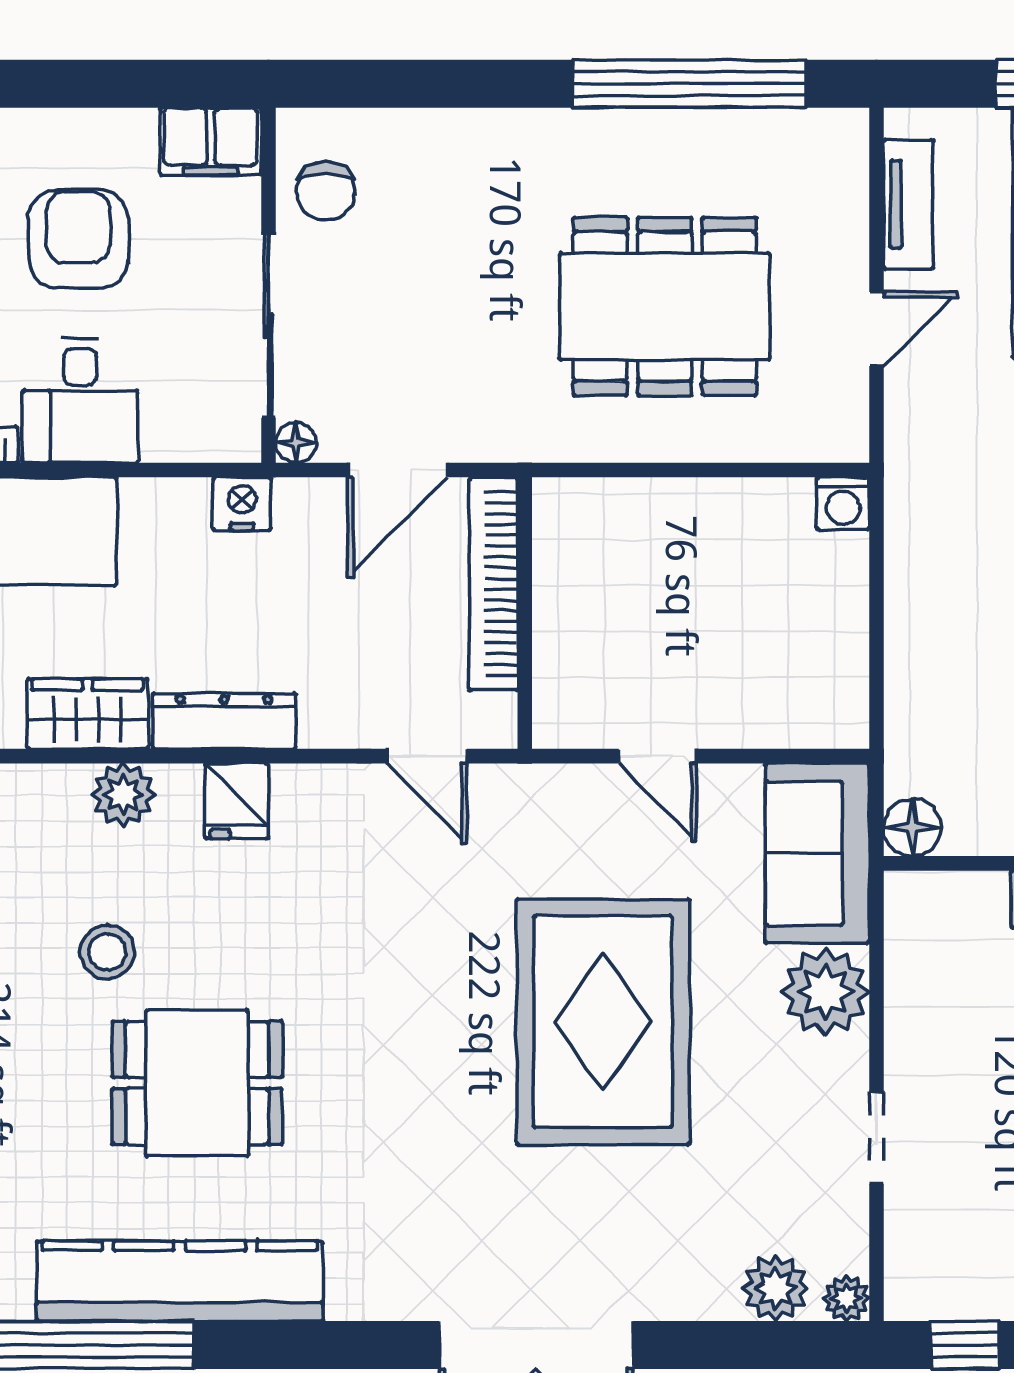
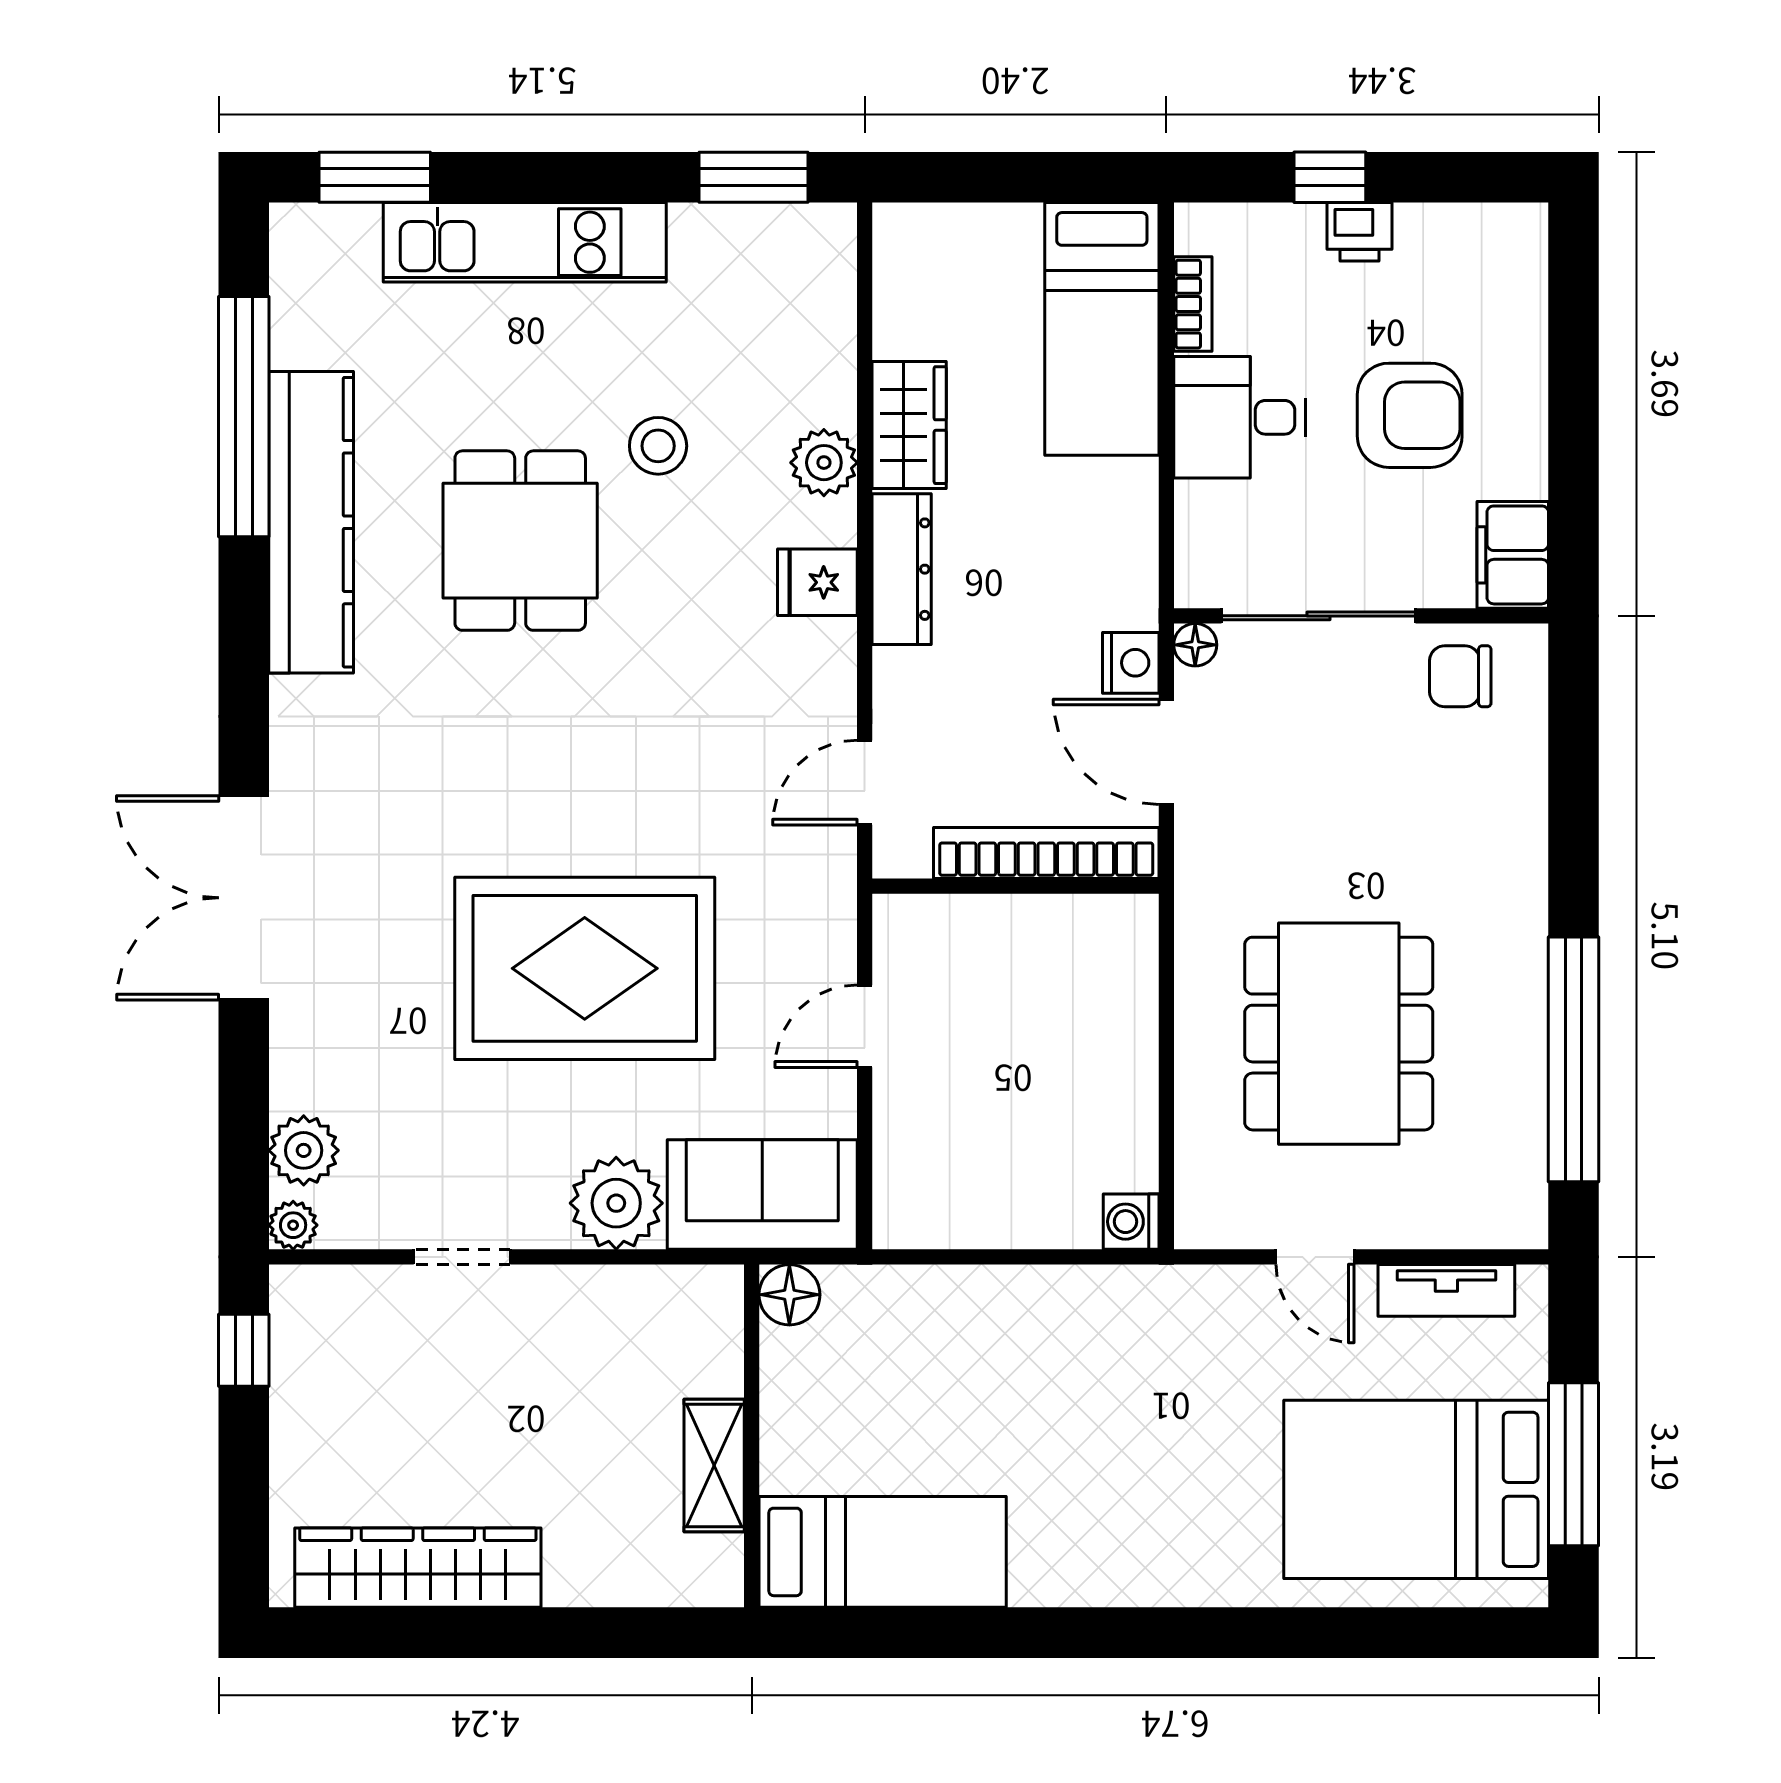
nightstand: (242, 504) -> (1131, 663), moved

